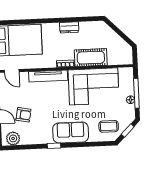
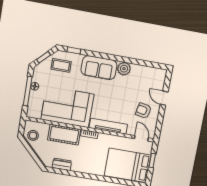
dresser: (69, 27) -> (62, 164), moved
stool: (122, 50) -> (33, 135), added
armchair: (23, 115) -> (143, 111), moved
plant: (13, 138) -> (124, 69), moved
window: (54, 146) -> (74, 50), moved

